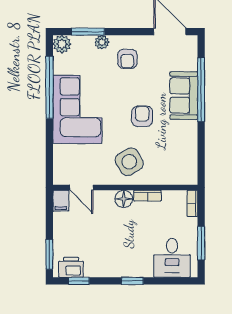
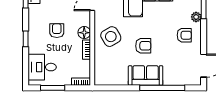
armchair: (127, 59) -> (184, 35), turned 180
sofa: (184, 96) -> (146, 76), moved
armchair: (121, 237) -> (57, 31), added

